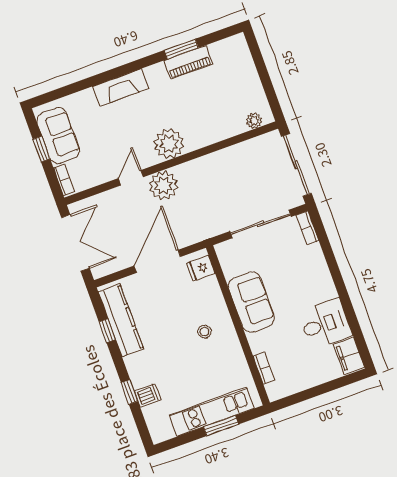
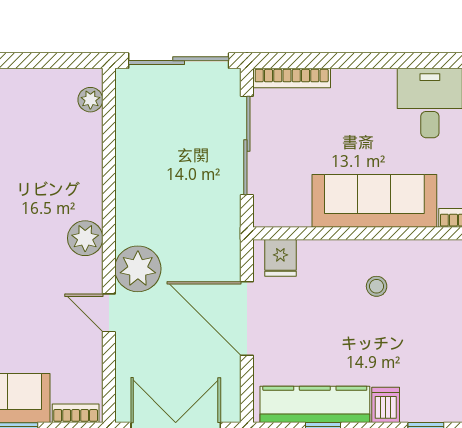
plant: (169, 144) -> (85, 238), width x0.73, depth x0.73
bookcase: (307, 228) -> (292, 78), width x1.56
sofa: (251, 302) -> (374, 201), width x1.36
dishwasher: (148, 395) -> (386, 405), moved

